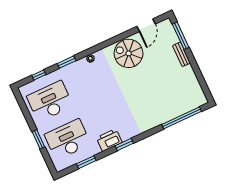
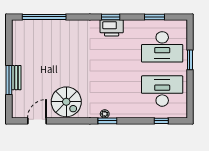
window: (181, 36) -> (9, 80), moved
window: (67, 62) -> (107, 121), moved
desk: (50, 101) -> (162, 91), turned 180
printer: (109, 140) -> (112, 28), moved

